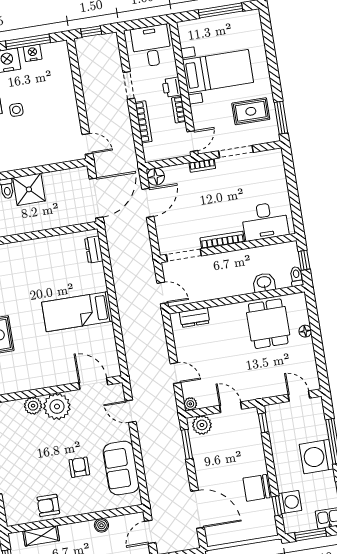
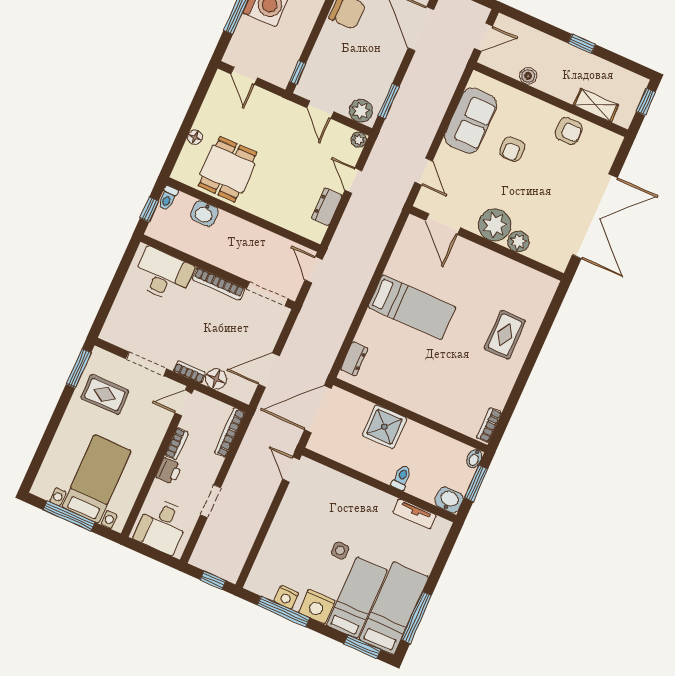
bed with nightstands: (218, 71) -> (97, 479), moved, turned 90
bookcase: (144, 122) -> (230, 433), moved
floor lamp: (156, 177) -> (216, 379), moved
shower: (29, 189) -> (384, 427), moved
dresser: (195, 318) -> (327, 207), moved, turned -90

